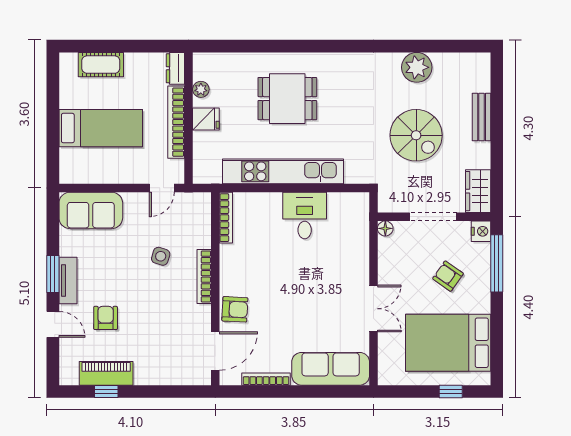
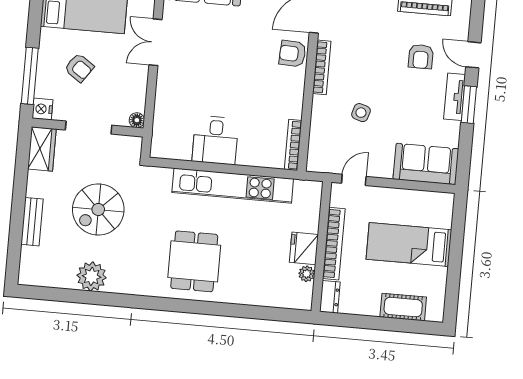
dining table: (287, 99) -> (194, 261), moved, turned 90
fridge: (206, 119) -> (304, 248), width x1.38
spiral stairs: (416, 135) -> (98, 209), turned -90
bookcase: (204, 276) -> (322, 67), moved

